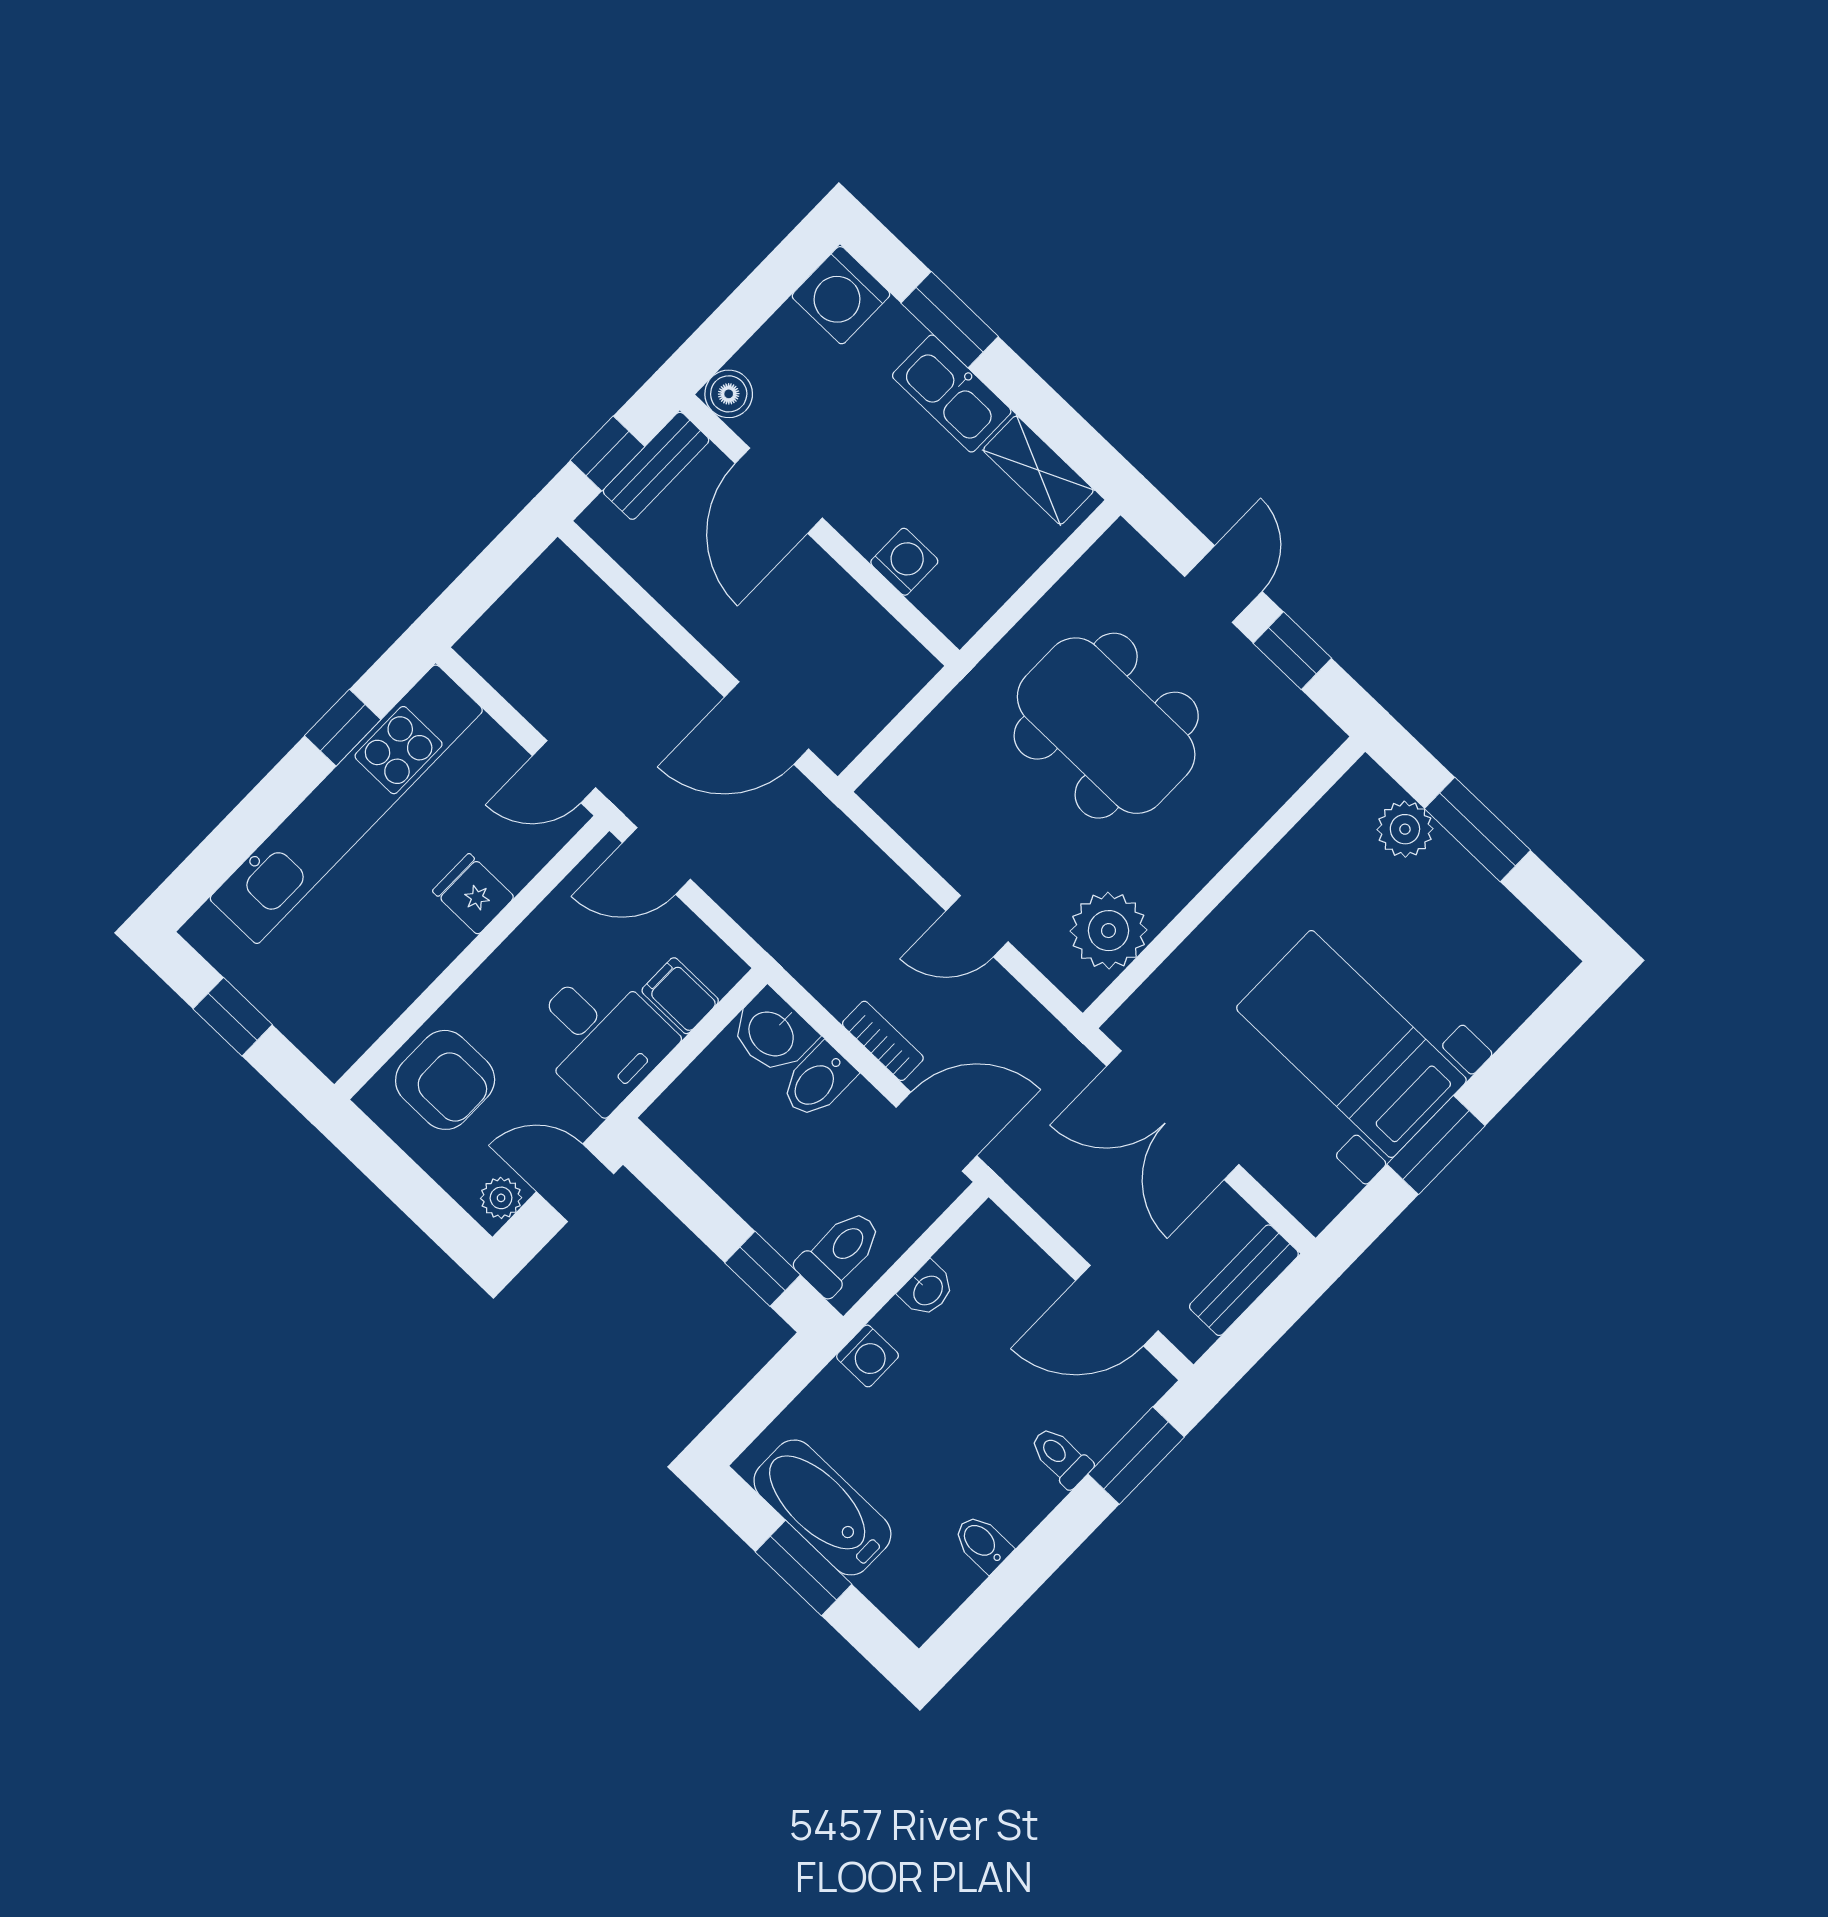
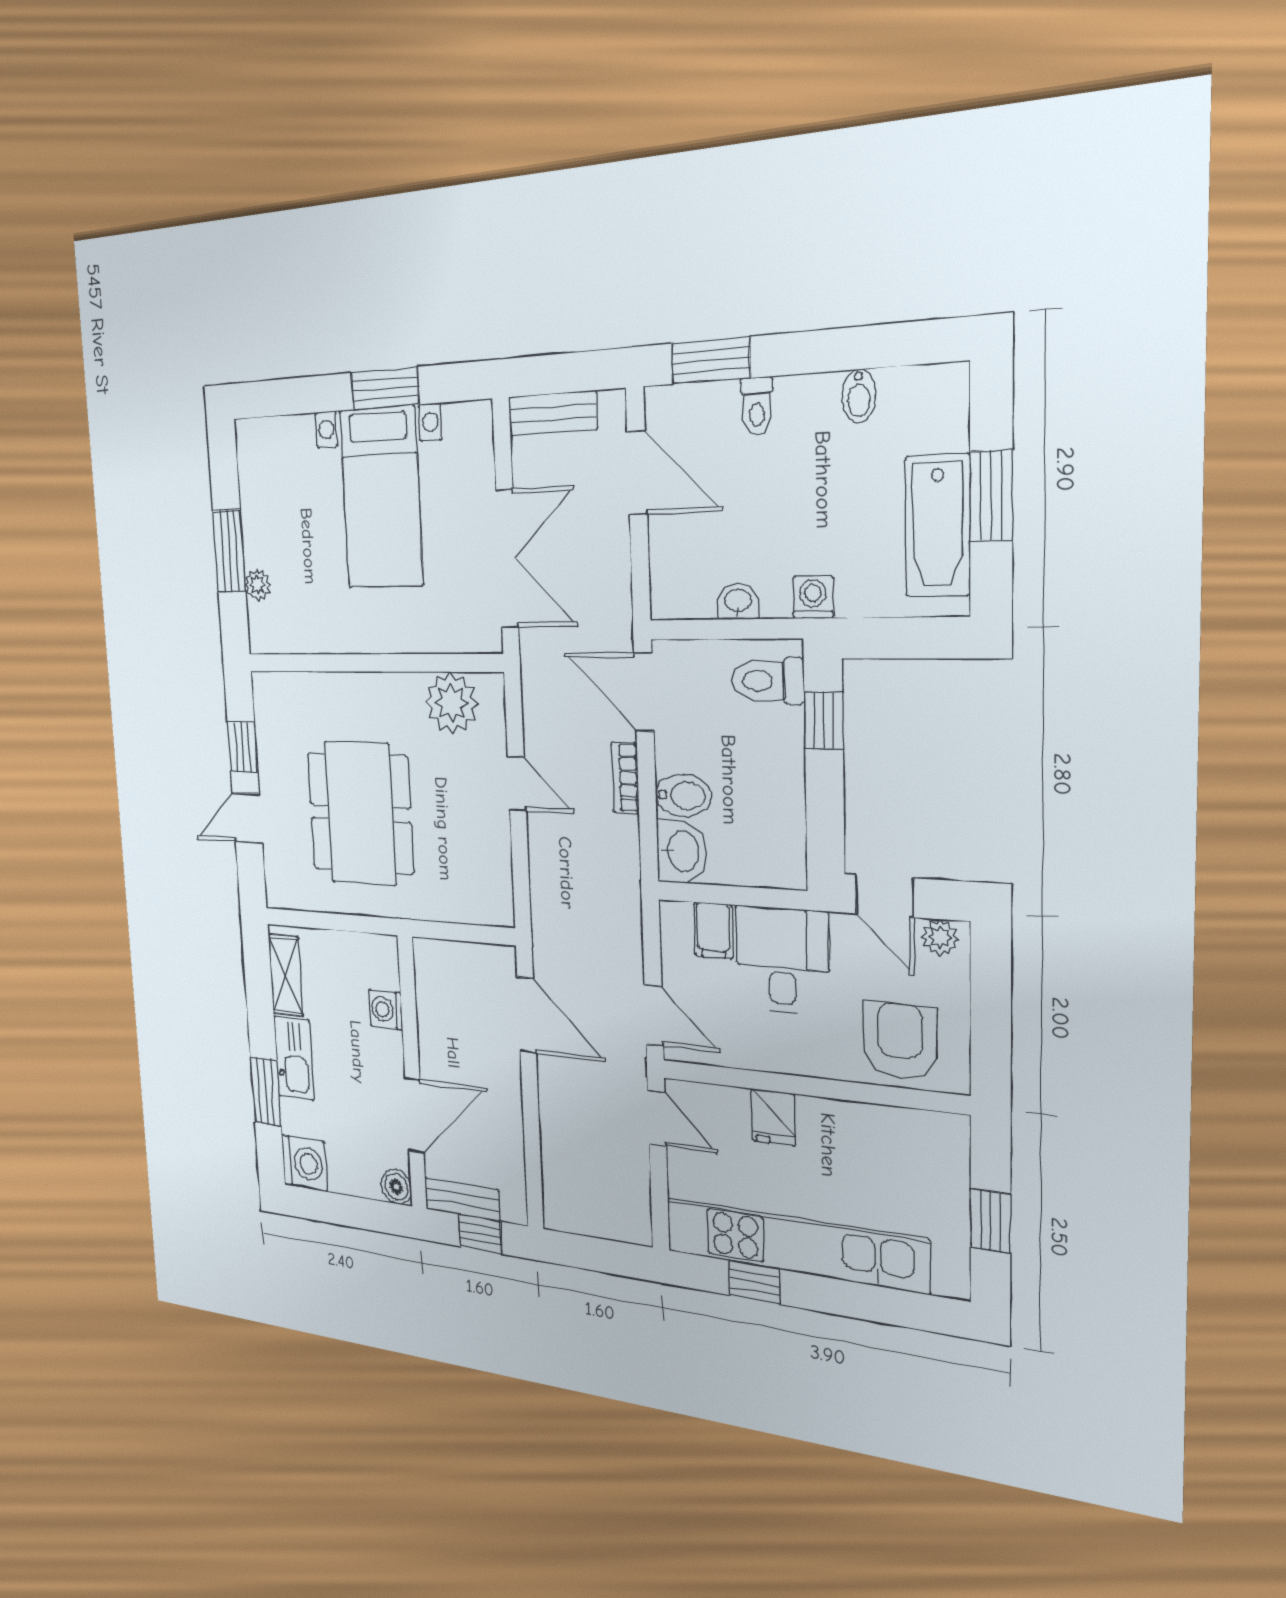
plant: (1405, 829) -> (258, 585), width x0.73, depth x0.73

